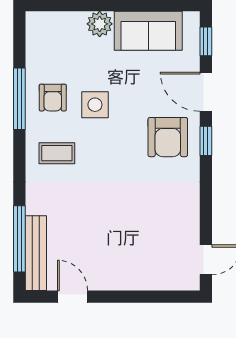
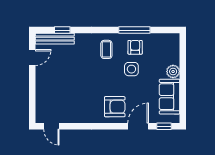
armchair: (53, 98) -> (135, 47), turned 90
armchair: (168, 137) -> (115, 107), turned 180
window: (206, 141) -> (113, 126), removed
window: (19, 239) -> (62, 30), width x0.46

